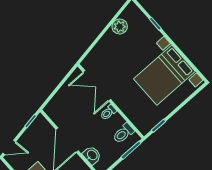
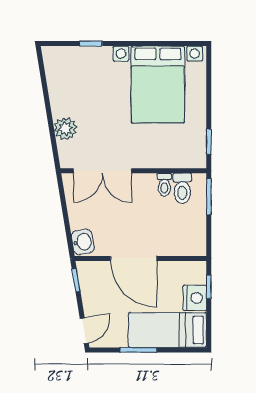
plant: (120, 27) -> (65, 129), moved
toilet: (108, 112) -> (164, 185), moved
washbasin: (92, 155) -> (83, 242), moved, turned 81

